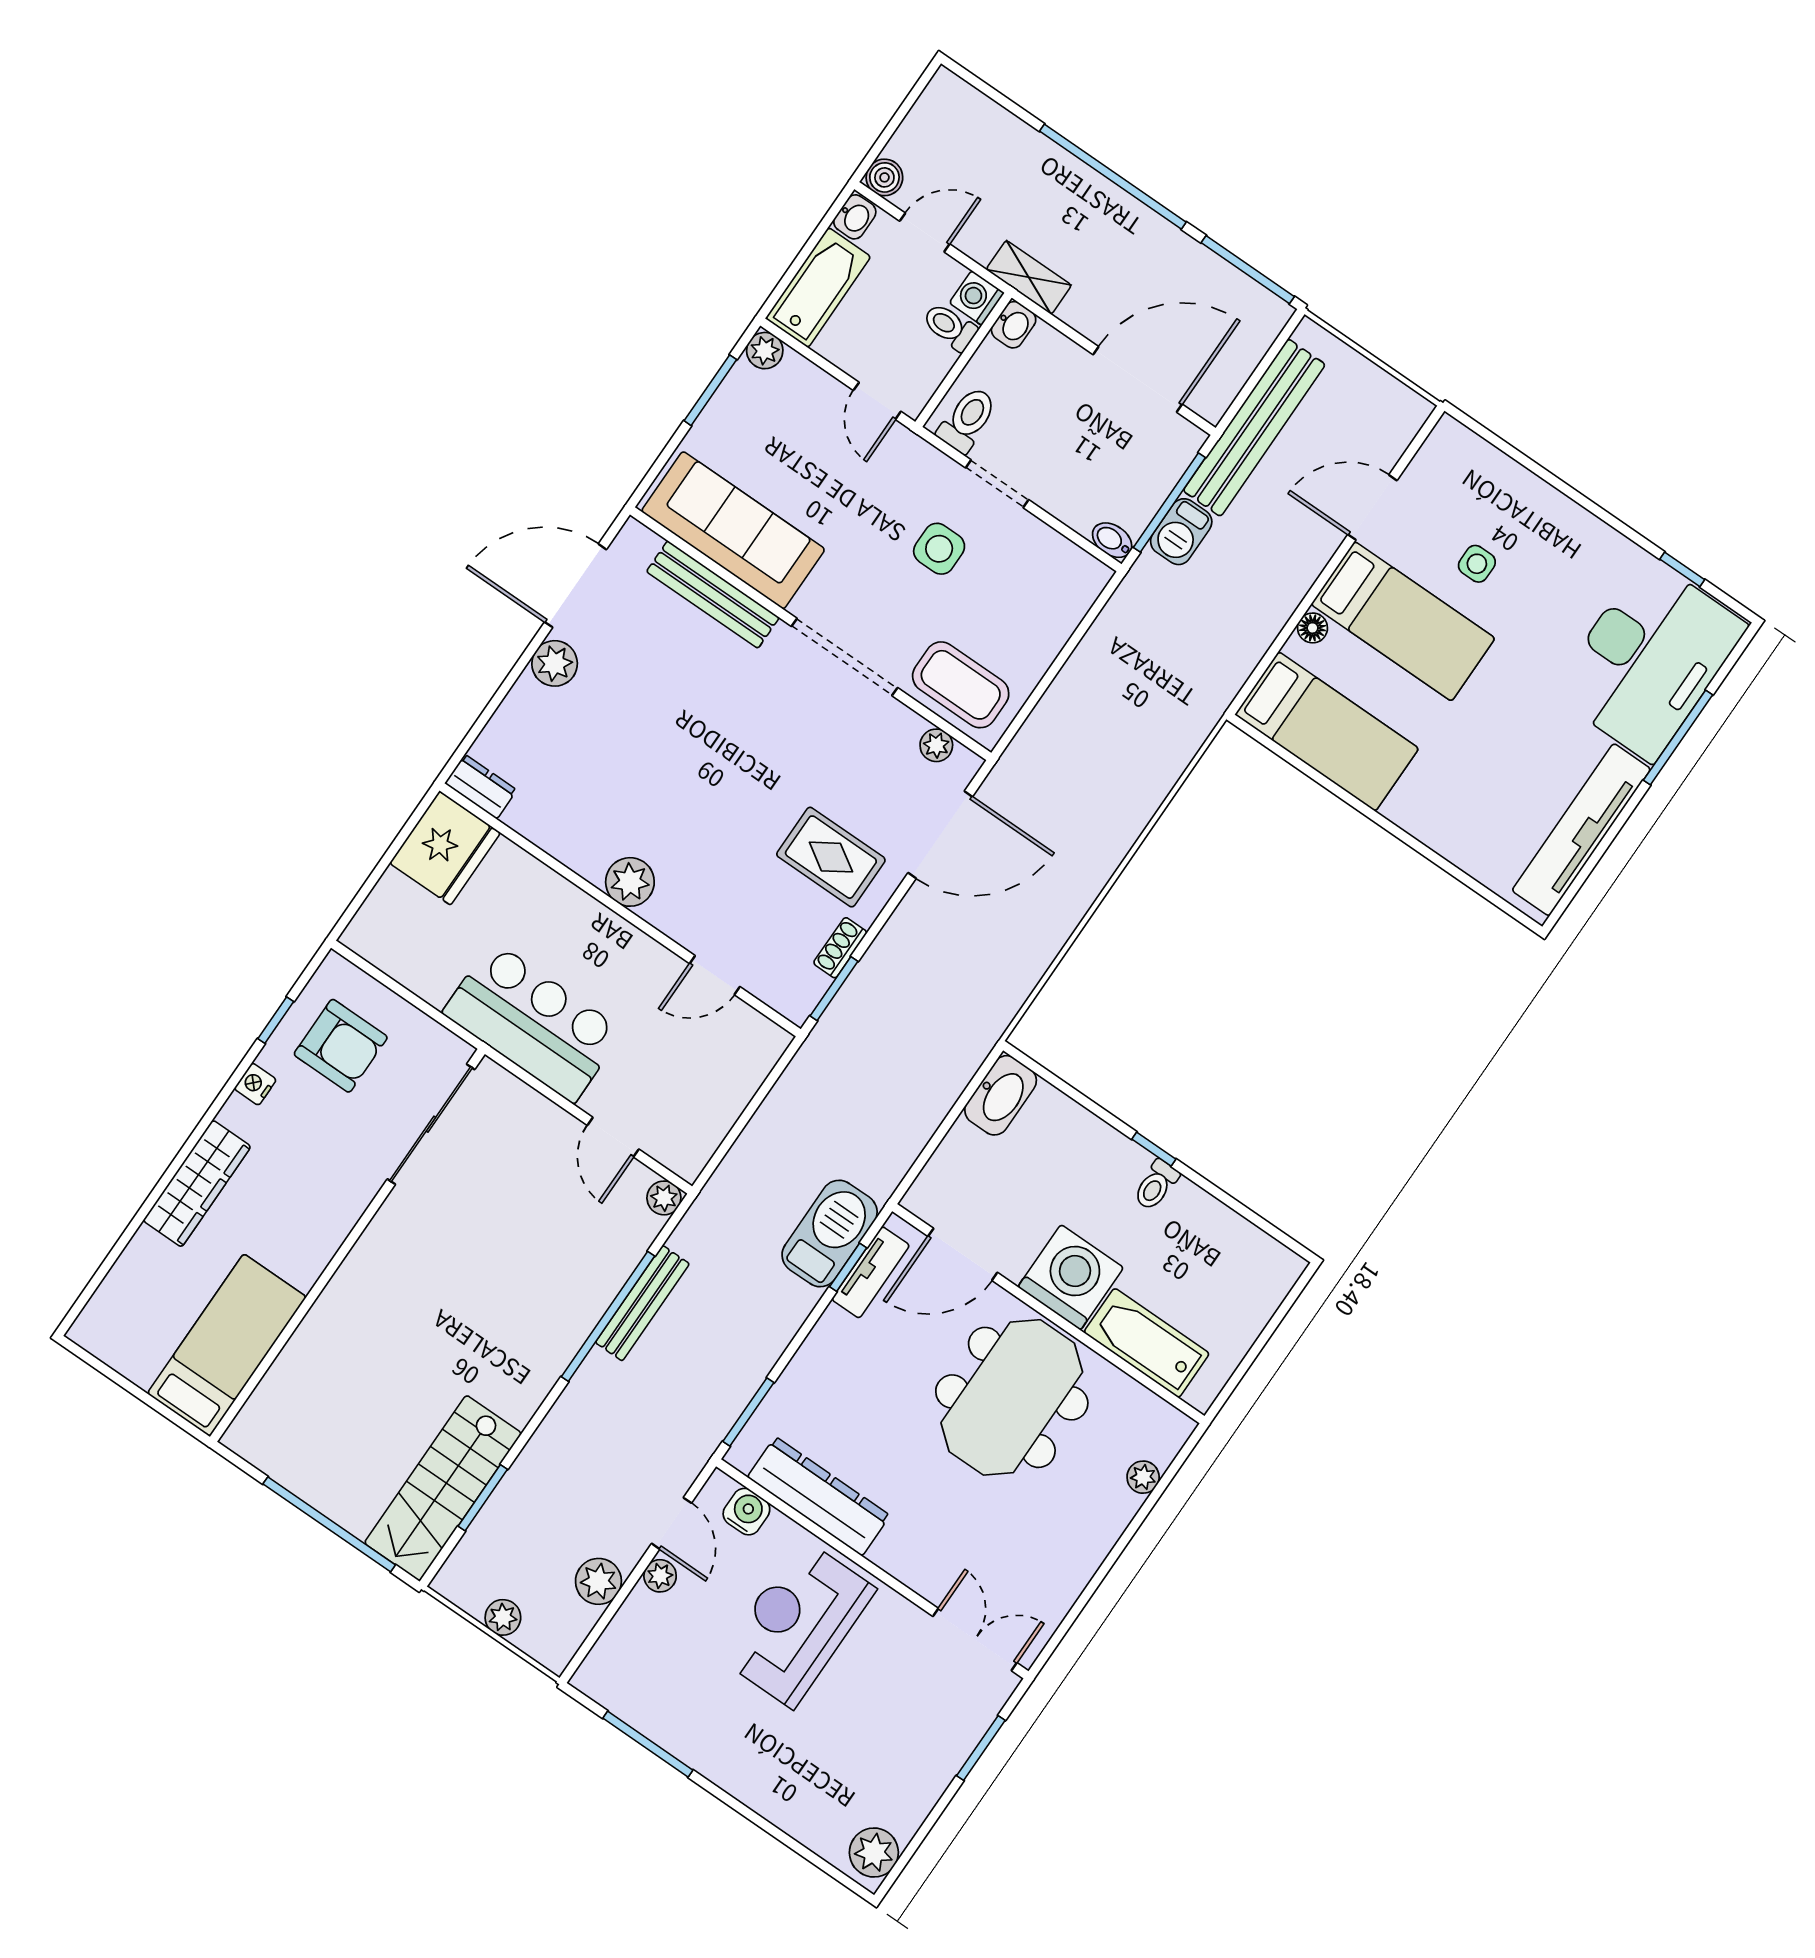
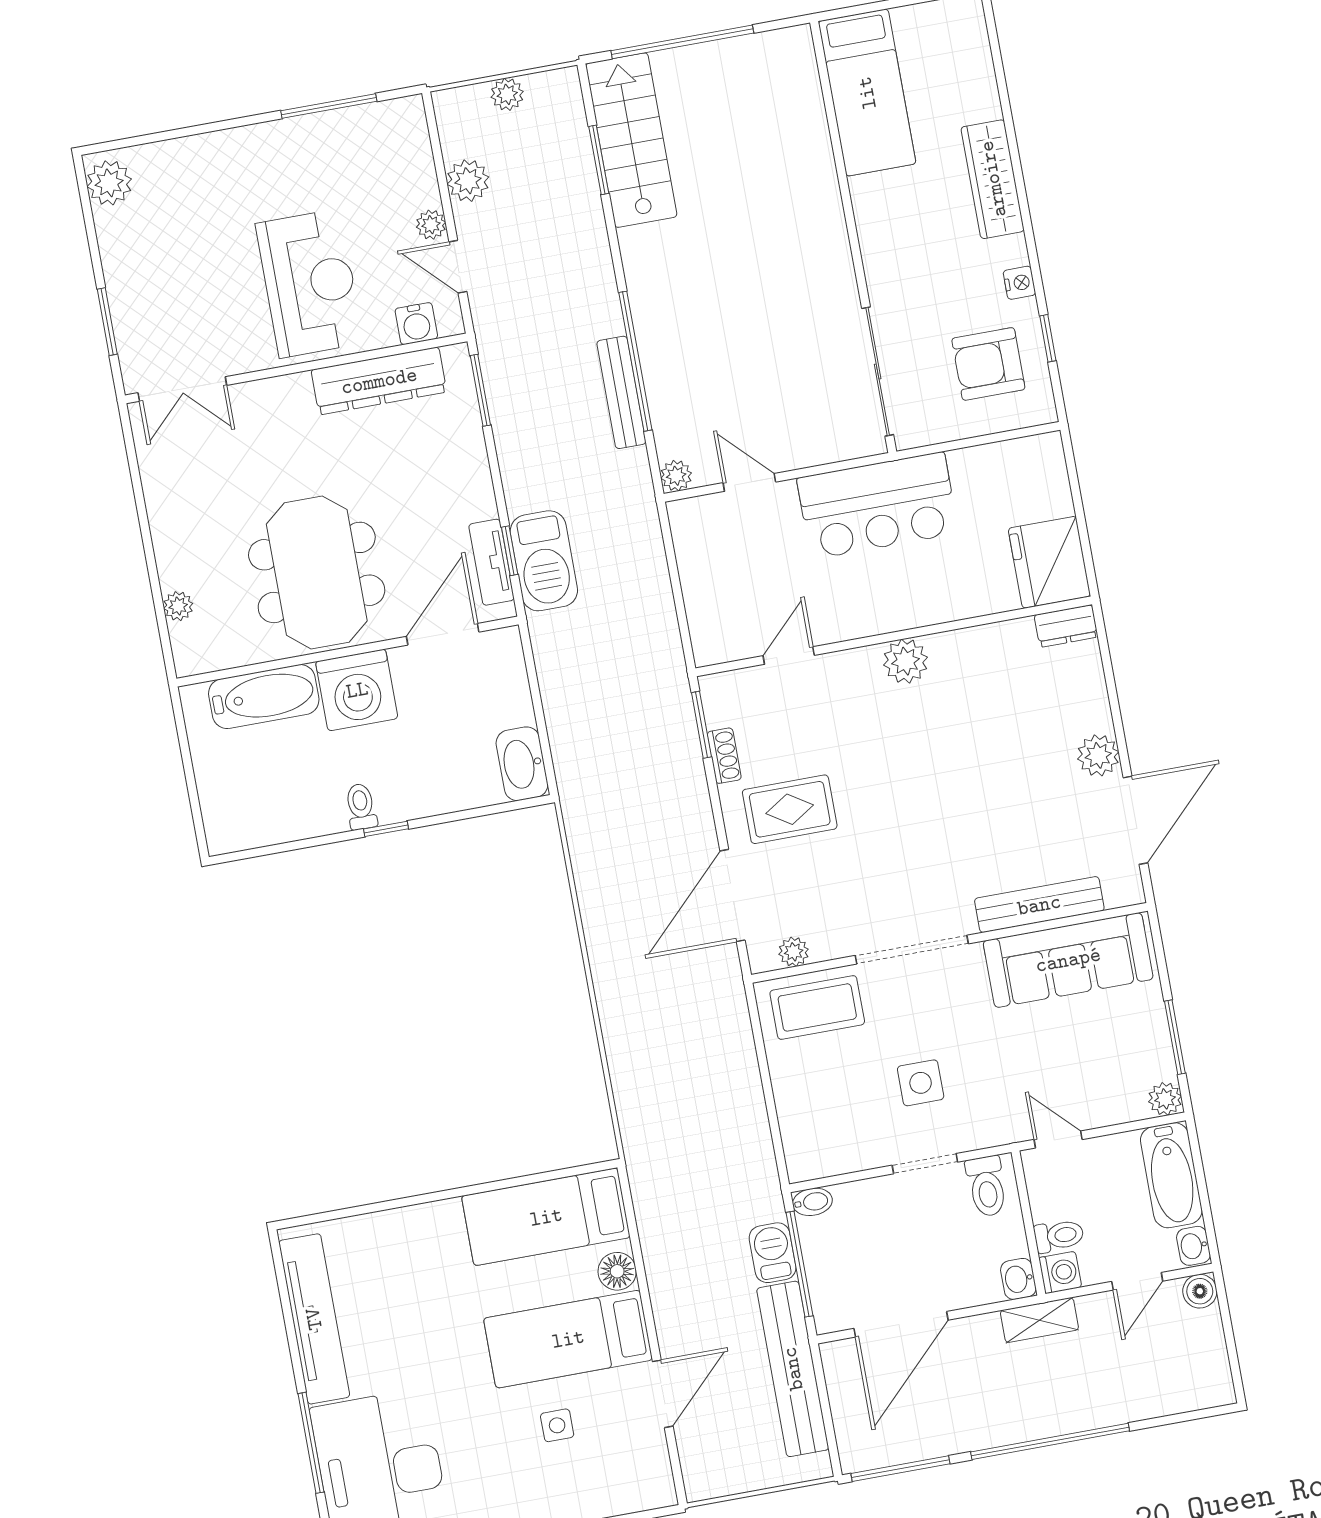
floor lamp: (1313, 628) -> (617, 1271), width x1.37, depth x1.37

